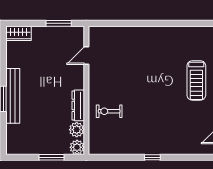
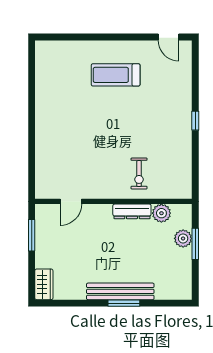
door: (86, 55) -> (71, 201), hinge flipped
treadmill: (196, 80) -> (116, 75), moved, turned 180
plant: (77, 147) -> (183, 238), moved

